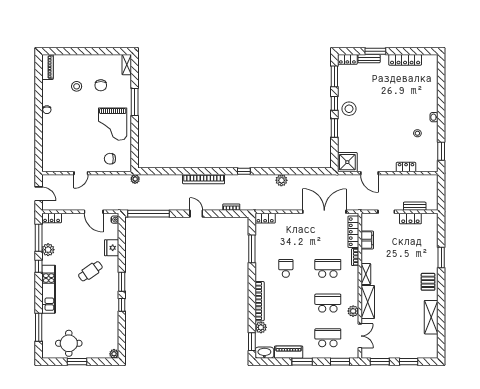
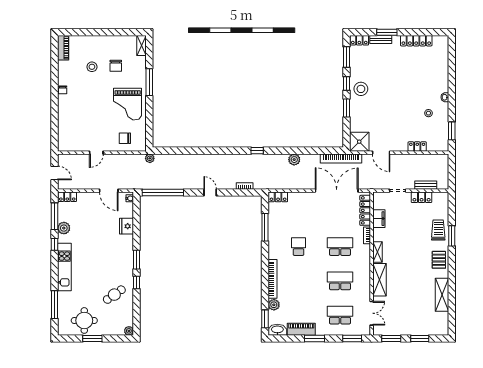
bookcase: (204, 179) -> (341, 159), moved
trolley: (427, 252) -> (438, 230), added
cafe table: (90, 271) -> (114, 295), moved
plant: (353, 311) -> (365, 289), removed

